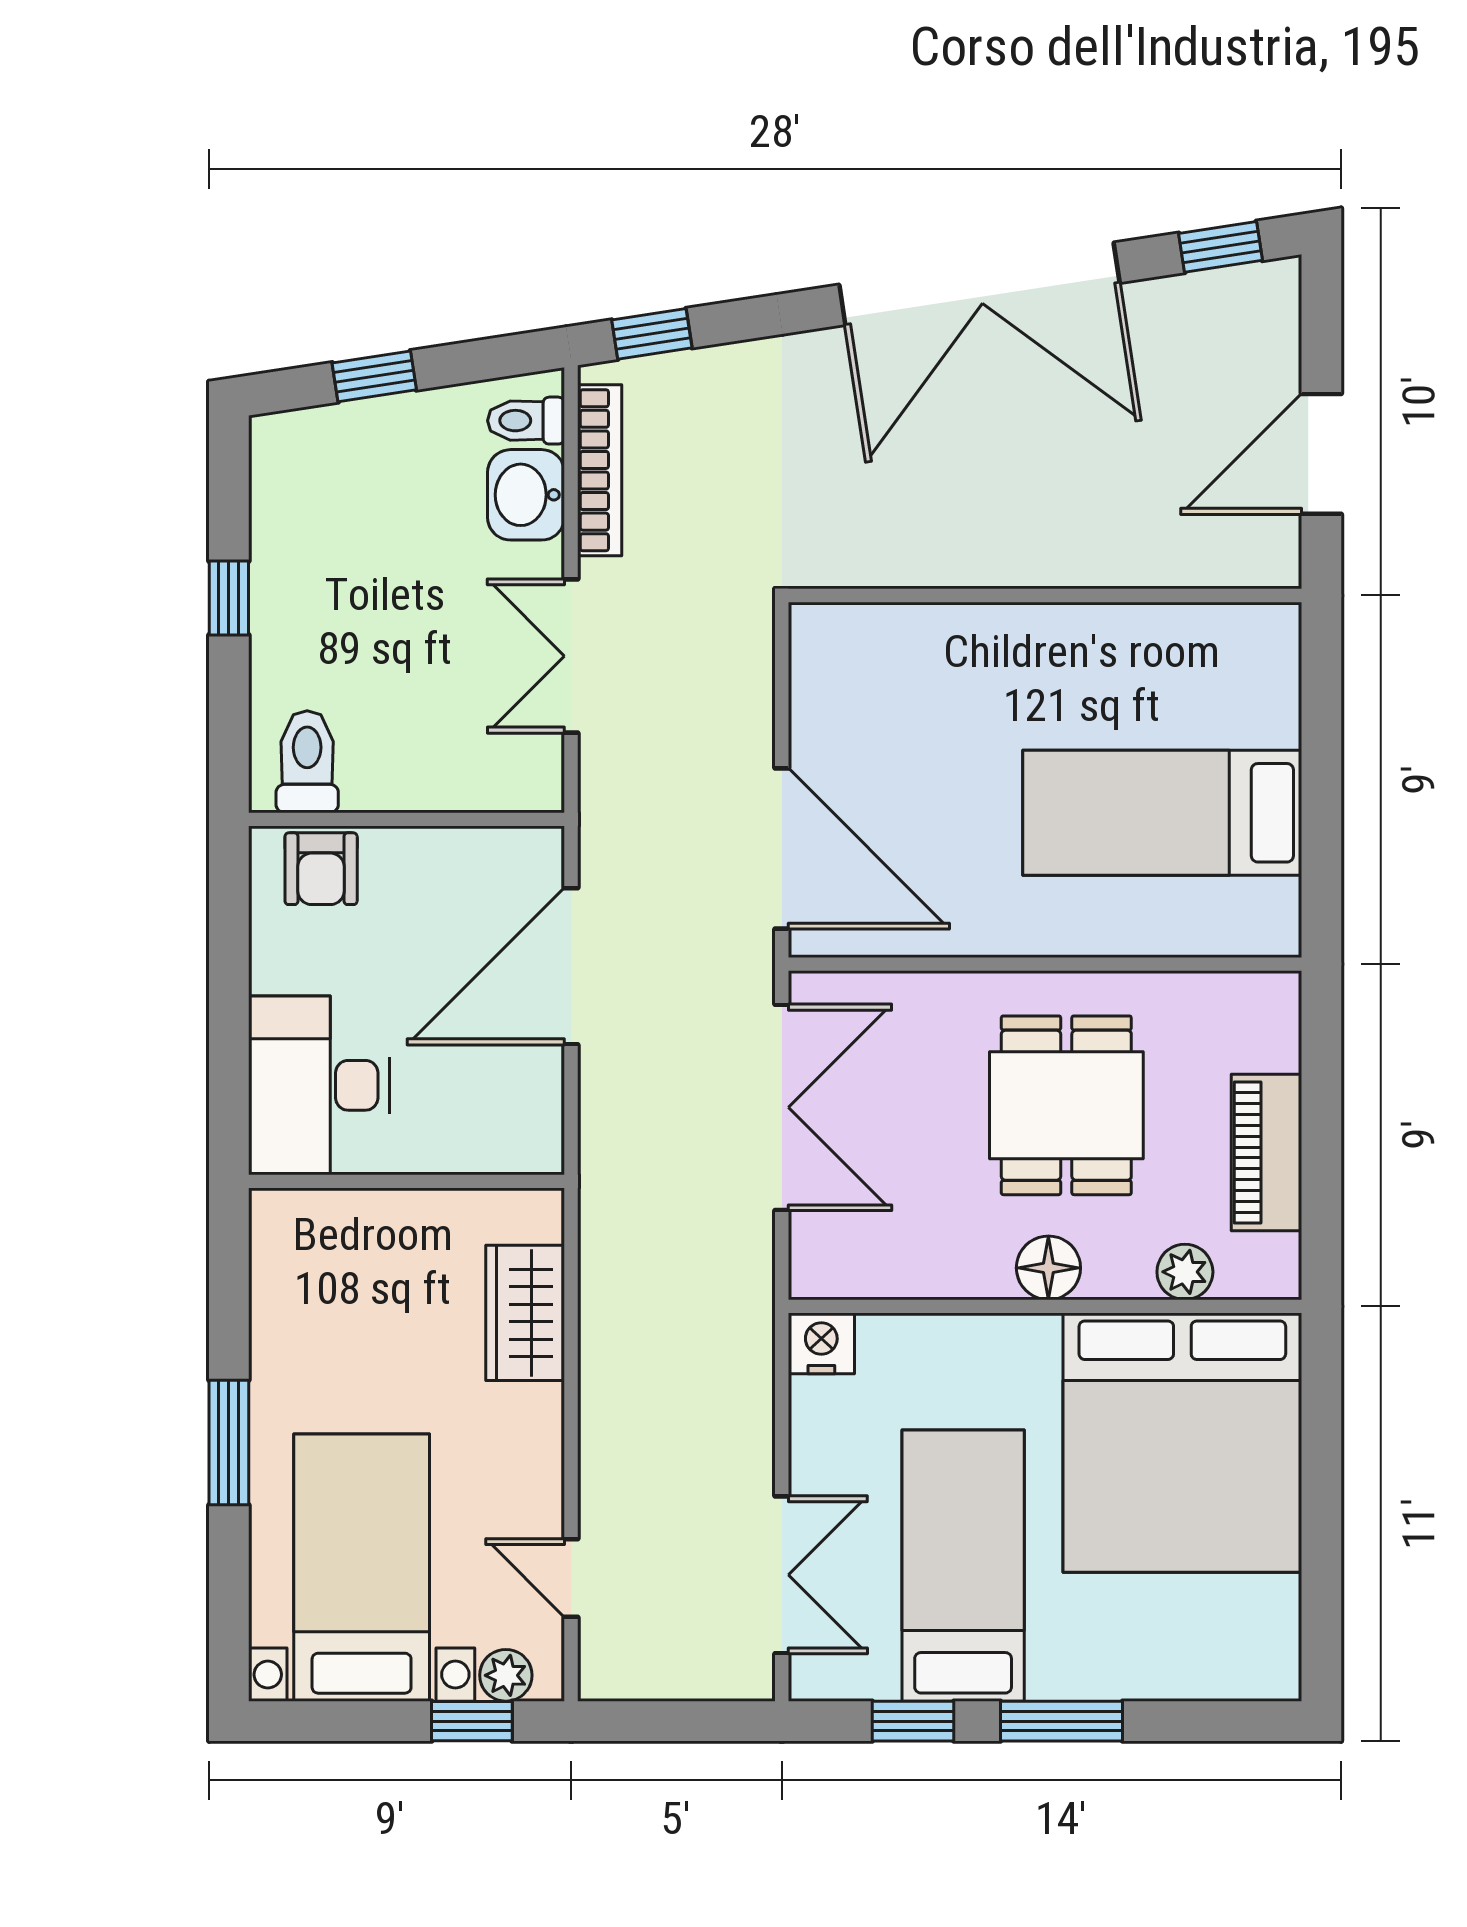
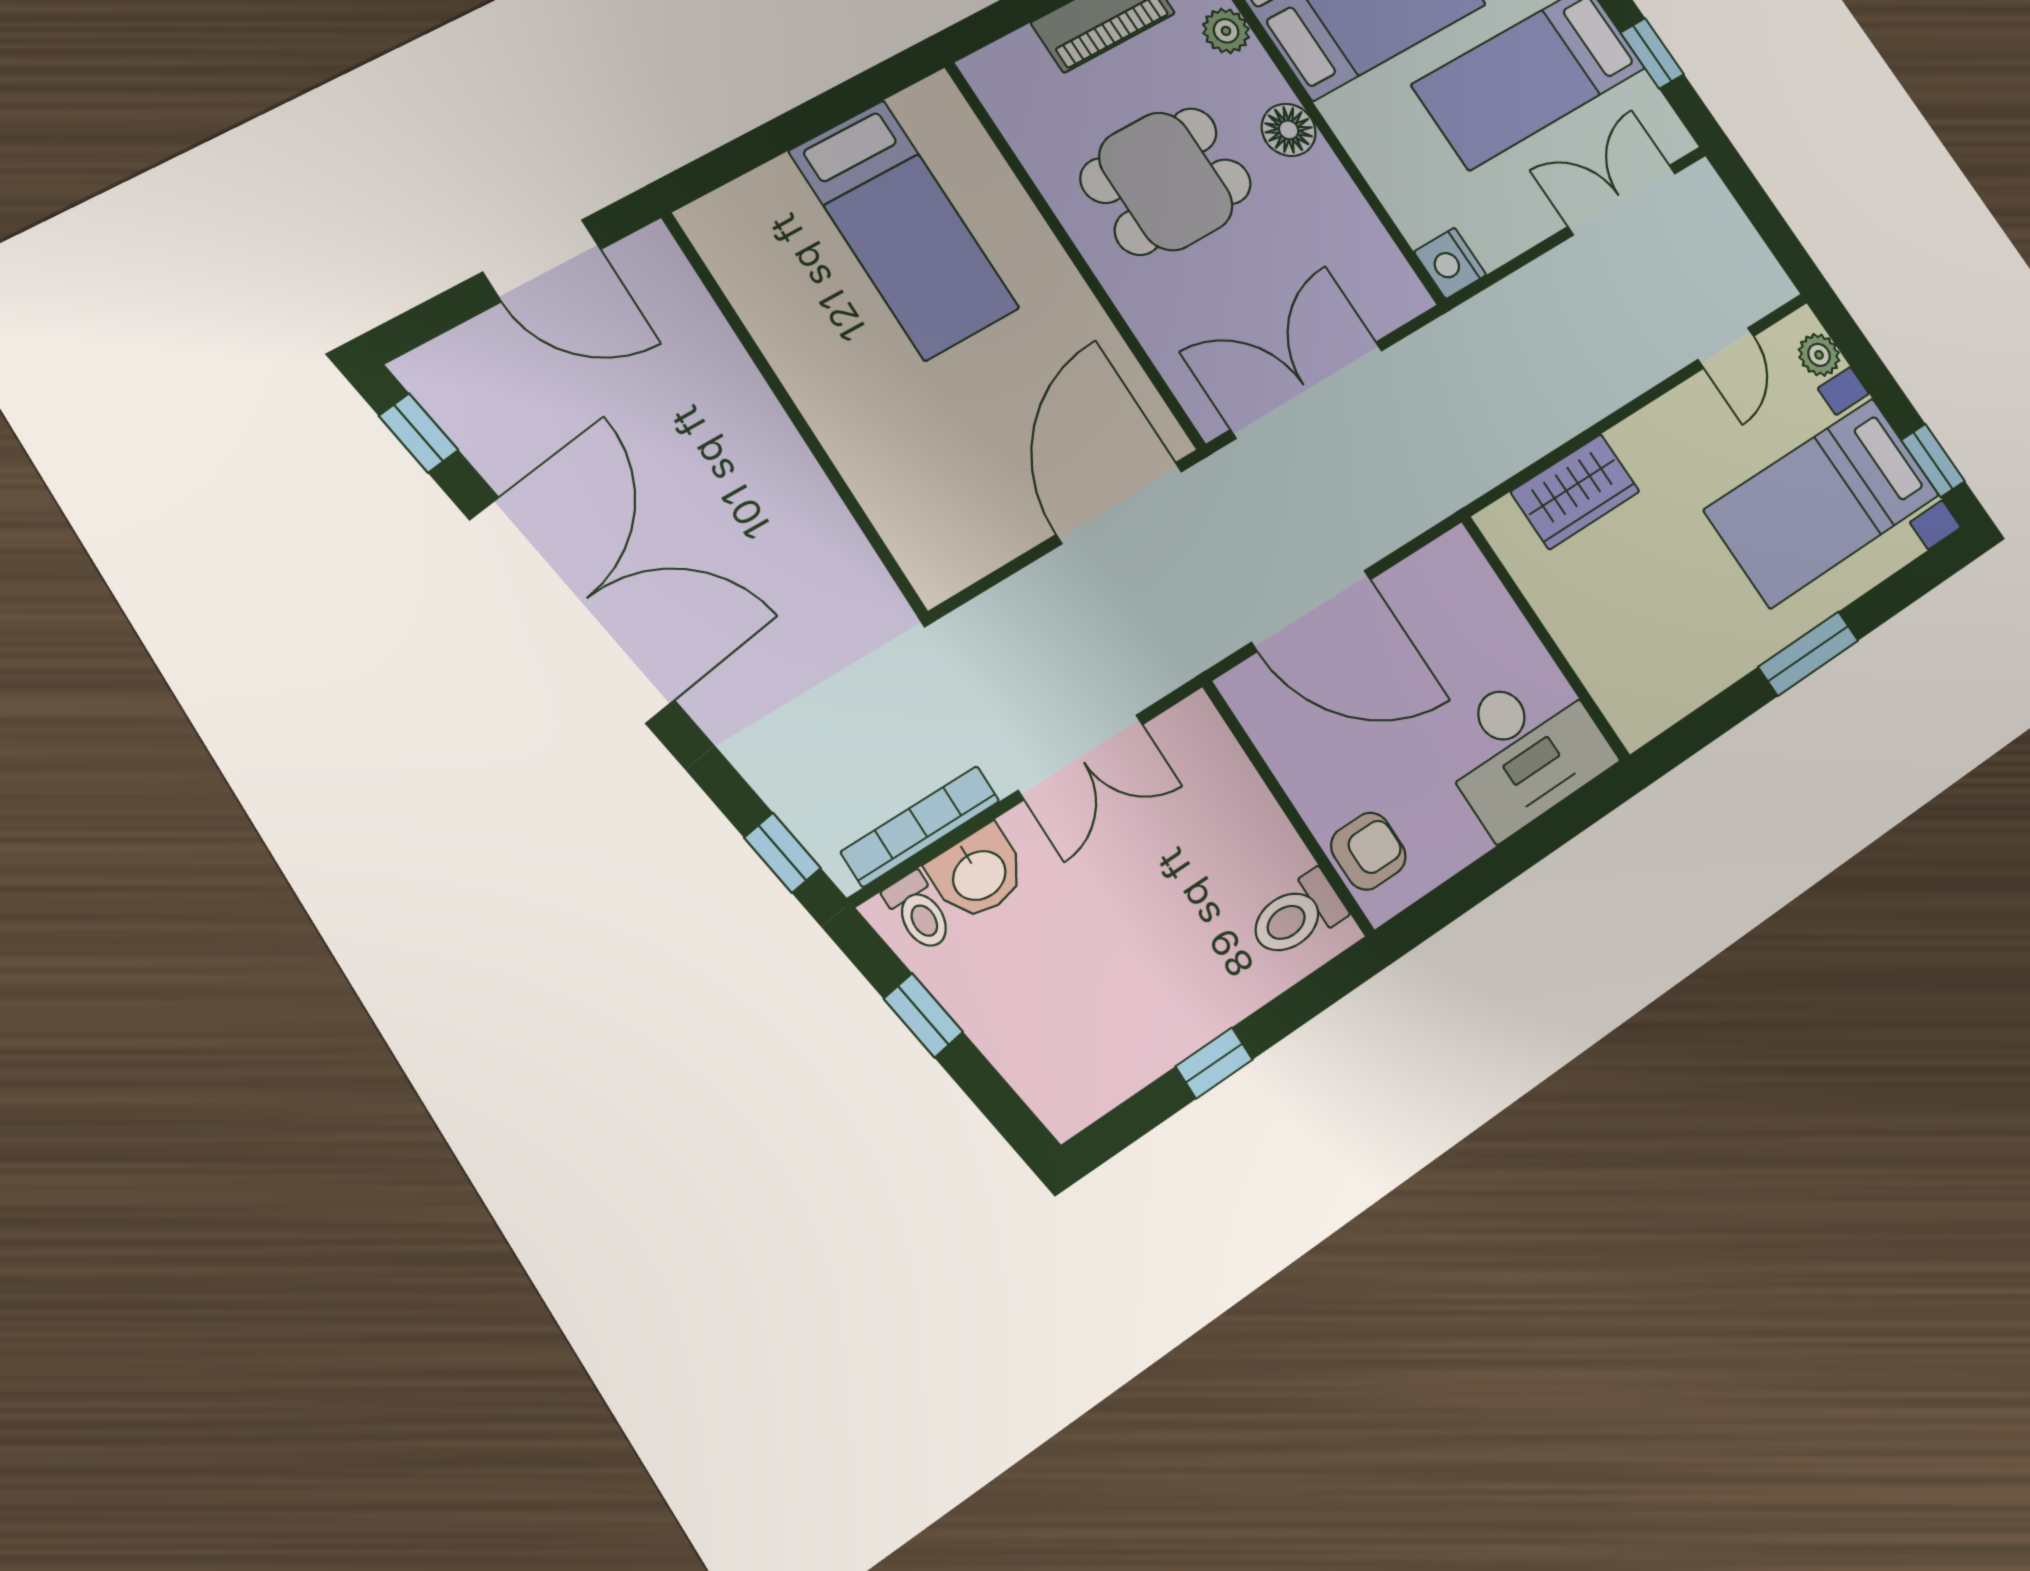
window: (374, 376) -> (923, 1015), moved
window: (472, 1721) -> (1933, 461), moved

